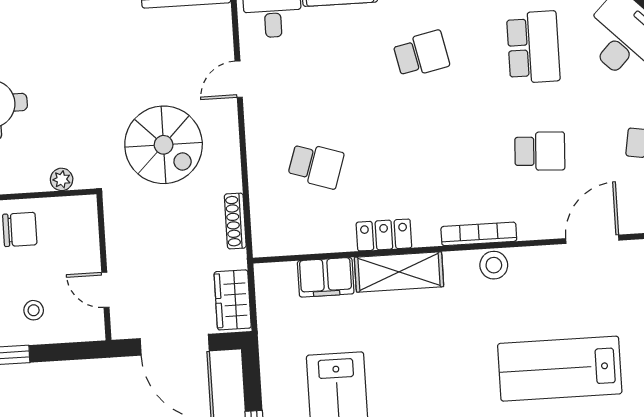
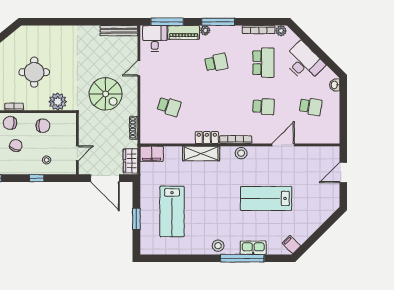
plant: (62, 179) -> (58, 102), width x1.88, depth x1.88
locker: (384, 235) -> (207, 138), moved
filing cabinet: (326, 277) -> (152, 154), moved
door: (105, 290) -> (77, 153), swing flipped

